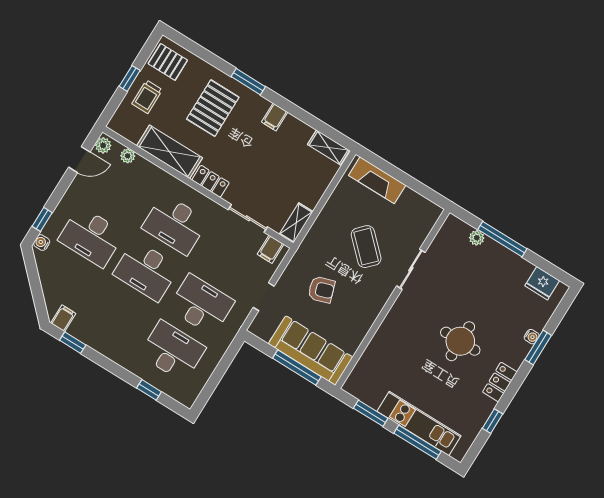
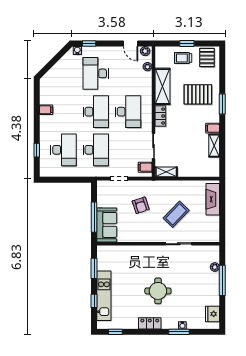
shelving: (329, 147) -> (214, 146), moved
desk: (175, 224) -> (128, 112), turned 180
desk: (146, 271) -> (96, 112), turned 180
filing cabinet: (63, 318) -> (46, 110), moved
window: (73, 343) -> (37, 97), removed
sofa: (311, 350) -> (107, 225), width x0.73
window: (492, 421) -> (115, 332), moved
window: (418, 442) -> (94, 301), width x0.46

